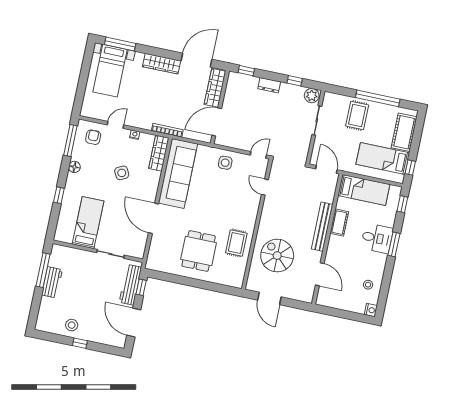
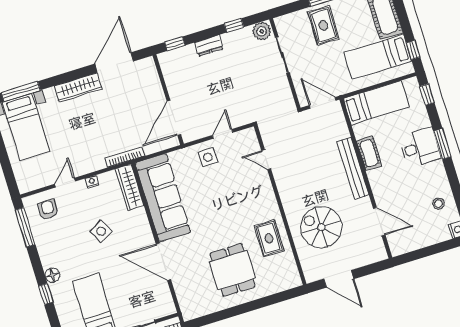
wardrobe: (215, 88) -> (151, 82), removed
door: (258, 155) -> (223, 134), moved
floor lamp: (74, 167) -> (52, 275), moved

